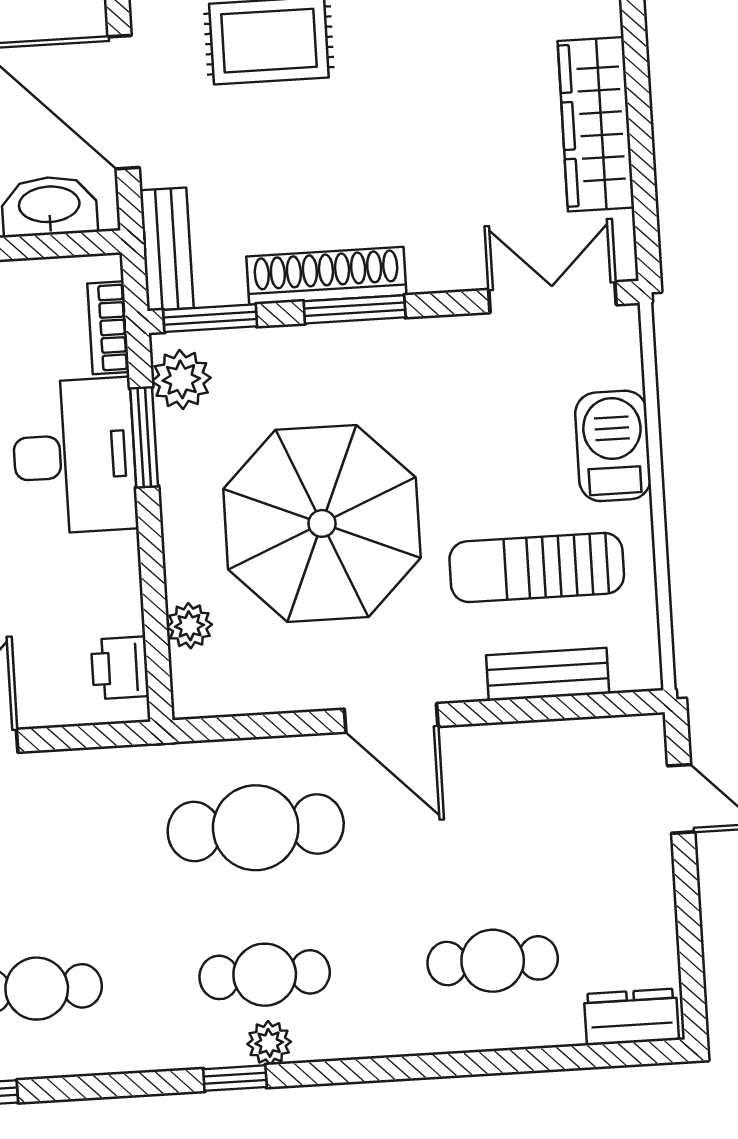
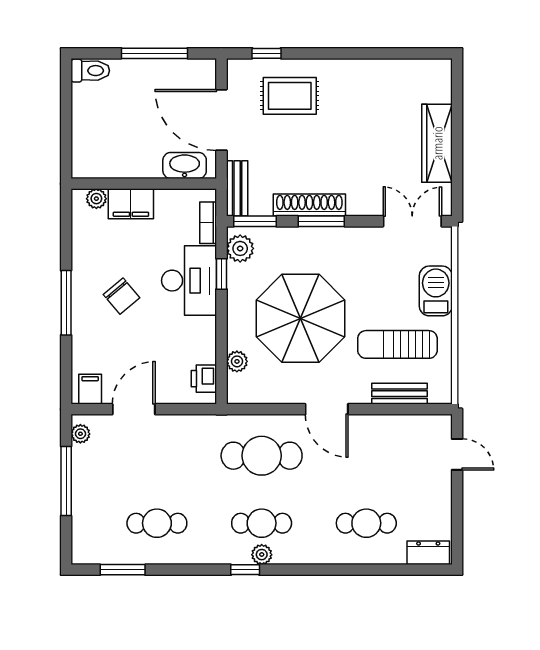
window: (144, 437) -> (221, 274), width x0.67

